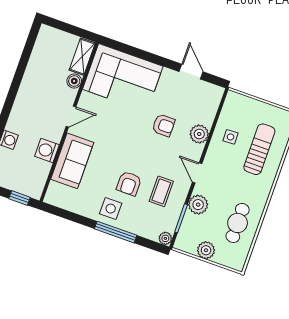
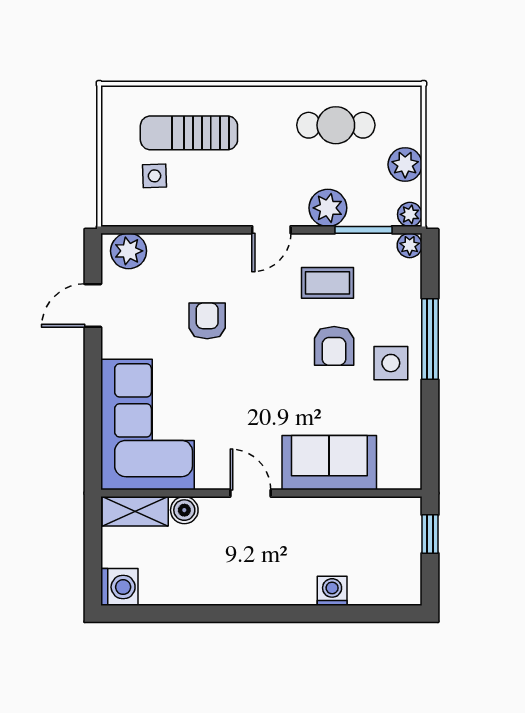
plant: (199, 134) -> (129, 251), moved
side table: (230, 137) -> (155, 176), moved
washing machine: (47, 150) -> (119, 587), moved, turned -90
armchair: (129, 184) -> (334, 346), turned 90
plant: (181, 244) -> (410, 214), added

